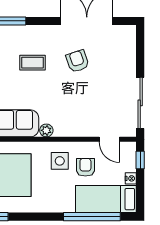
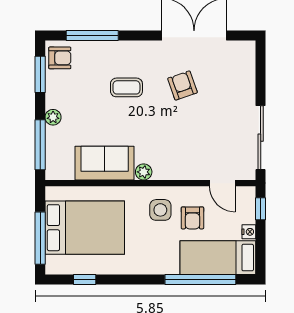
armchair: (85, 167) -> (192, 218), turned 180

